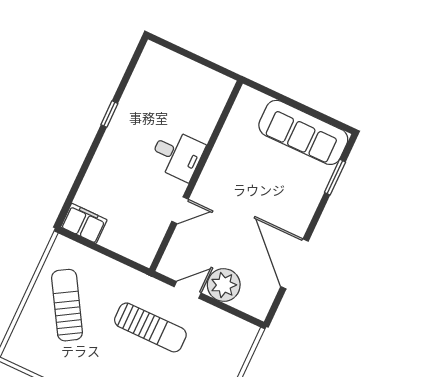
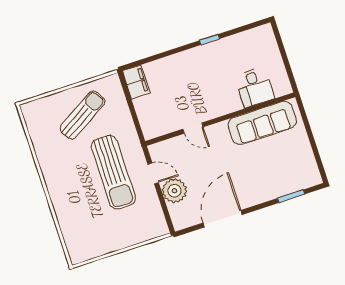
sofa: (303, 132) -> (262, 123), moved, turned -90
desk: (177, 155) -> (255, 87), moved
sun lounger: (150, 327) -> (113, 172), width x1.36, depth x1.34

